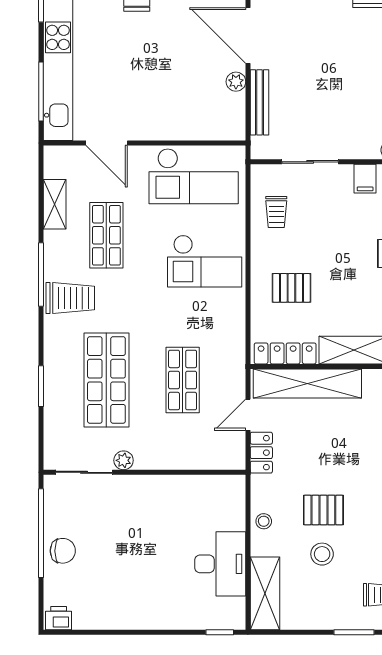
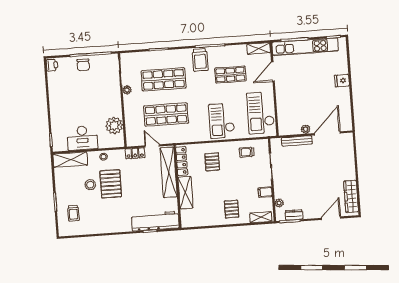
shelving: (55, 204) -> (259, 48), moved
shop shelf: (183, 380) -> (166, 115), width x1.43, depth x1.36
plant: (198, 493) -> (114, 125), added
pallet: (323, 510) -> (111, 184), width x1.50, depth x1.42

